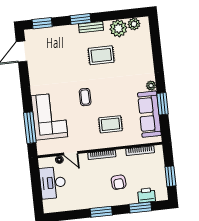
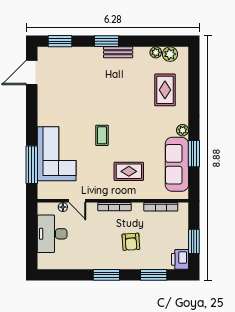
plant: (118, 28) -> (156, 52), width x0.53, depth x0.53
rug: (101, 55) -> (165, 90), moved, turned 90
printer: (146, 195) -> (180, 259), moved, turned -90

